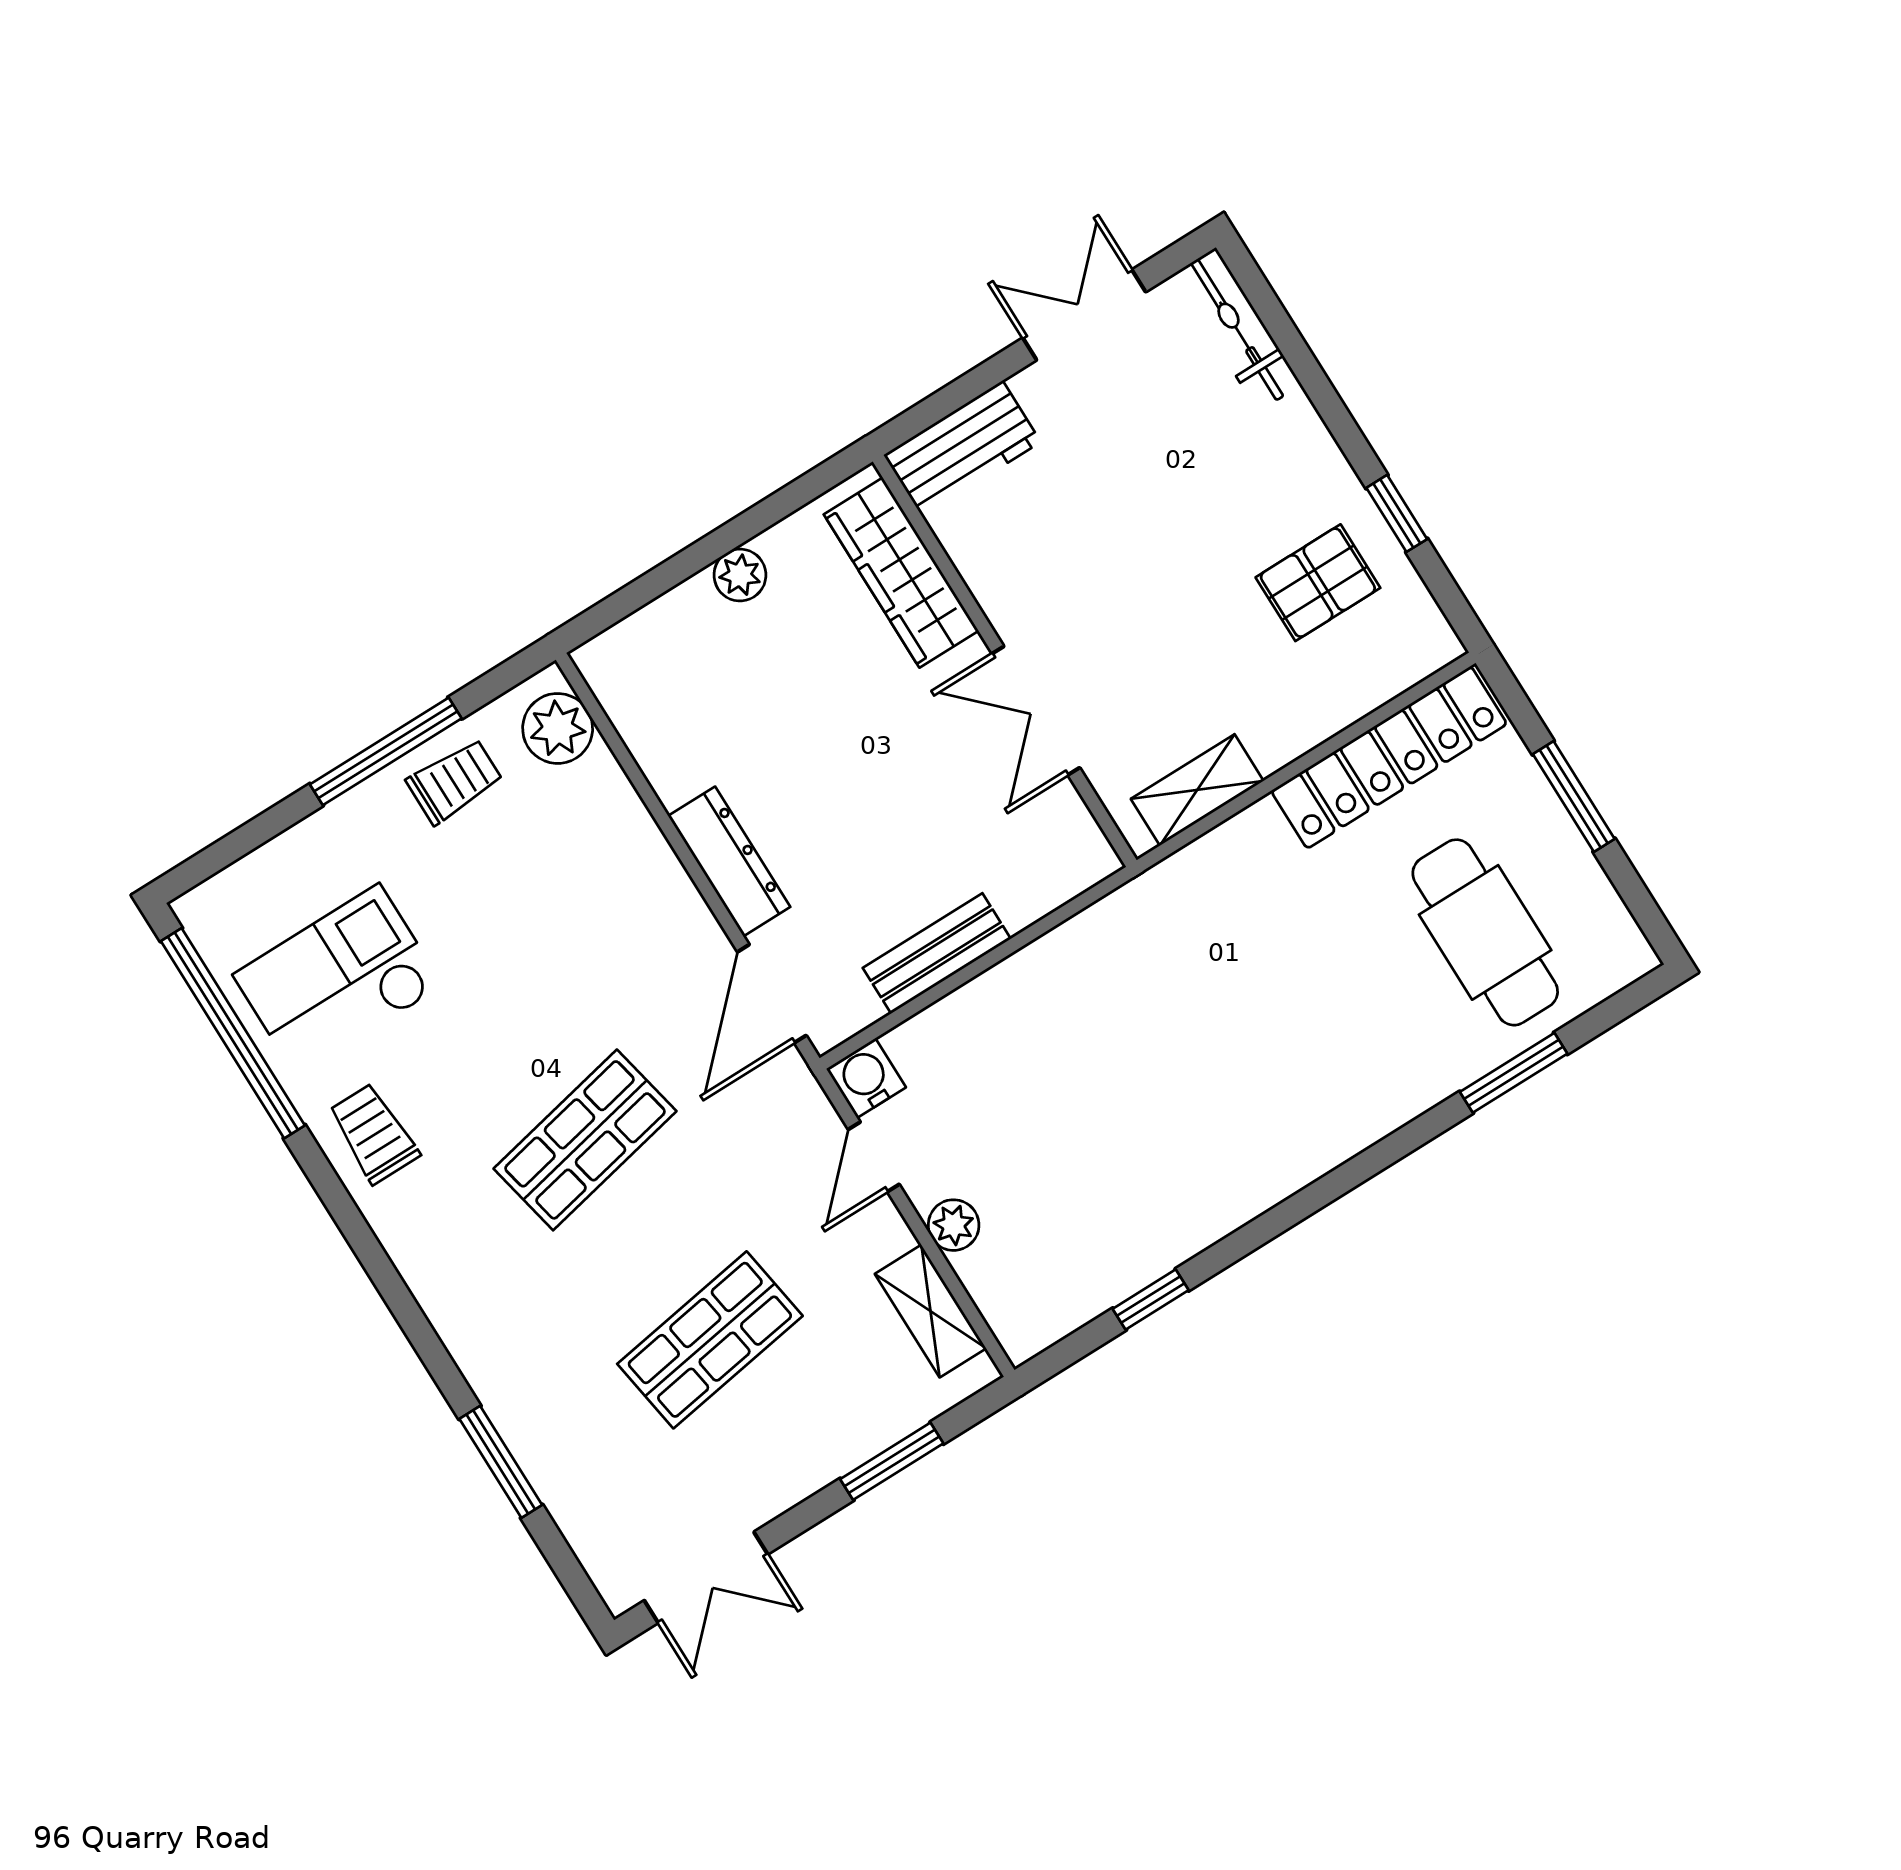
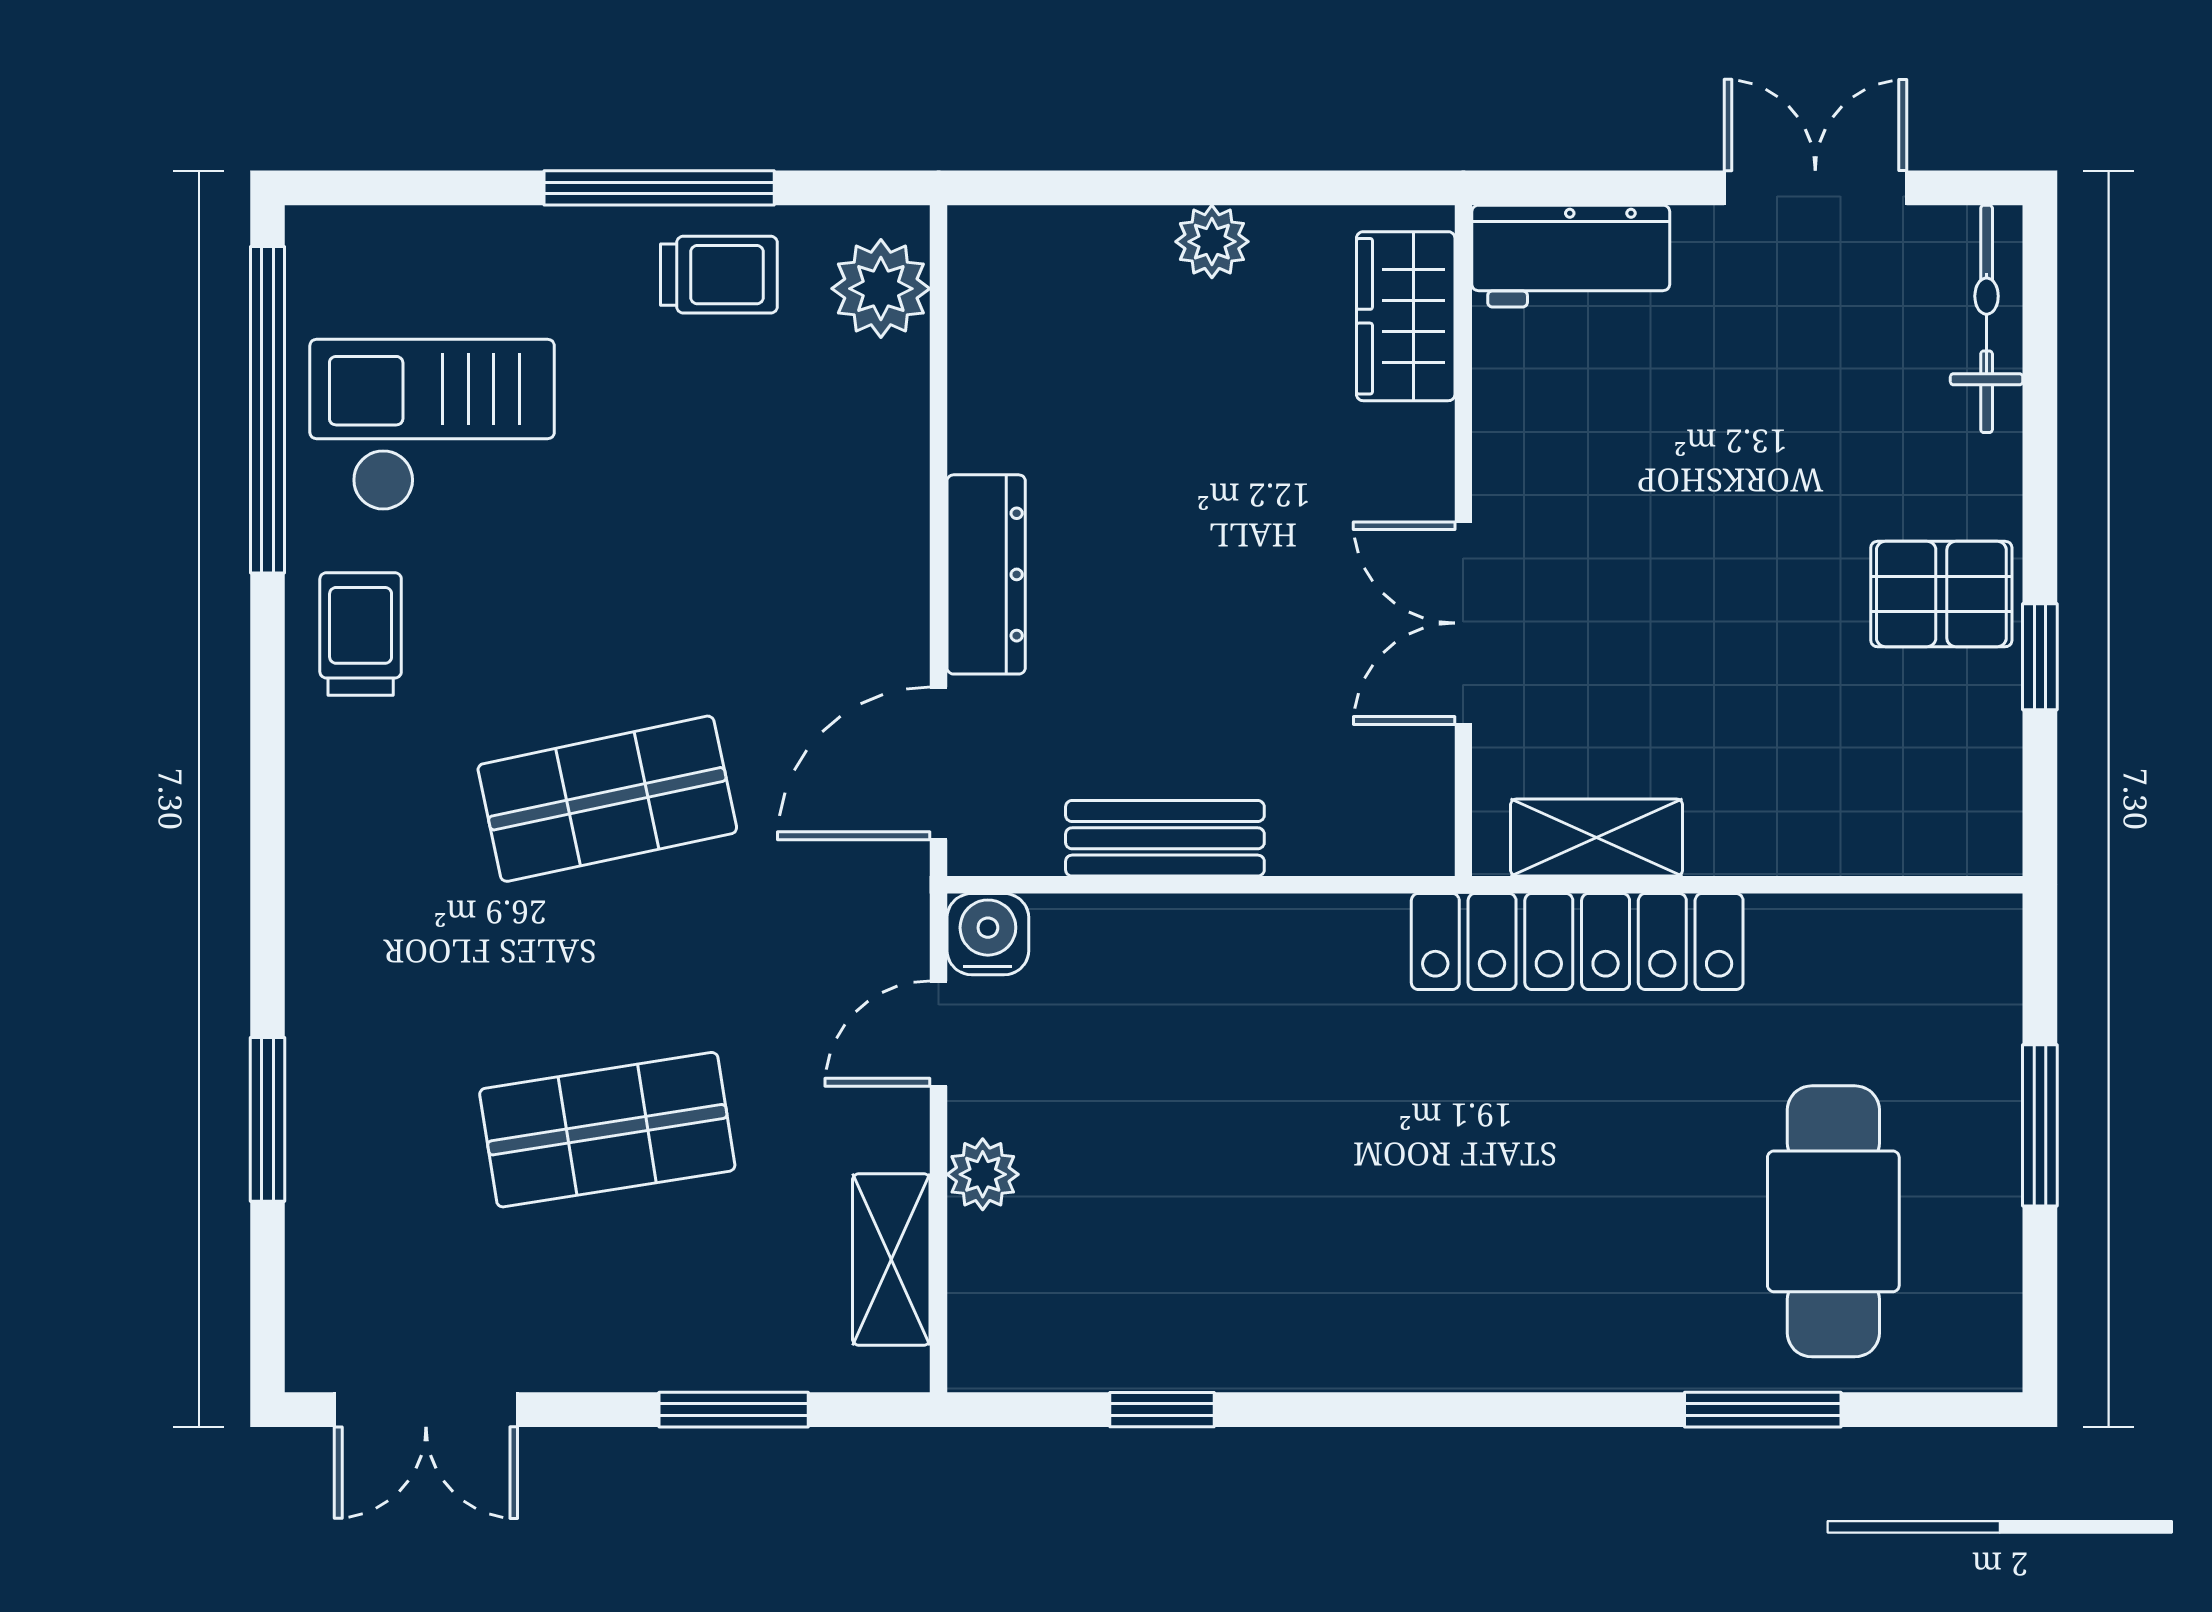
wardrobe: (901, 573) -> (1406, 316), width x0.67
pallet: (1318, 583) -> (1941, 594), moved
locker: (1389, 757) -> (1577, 942), moved

